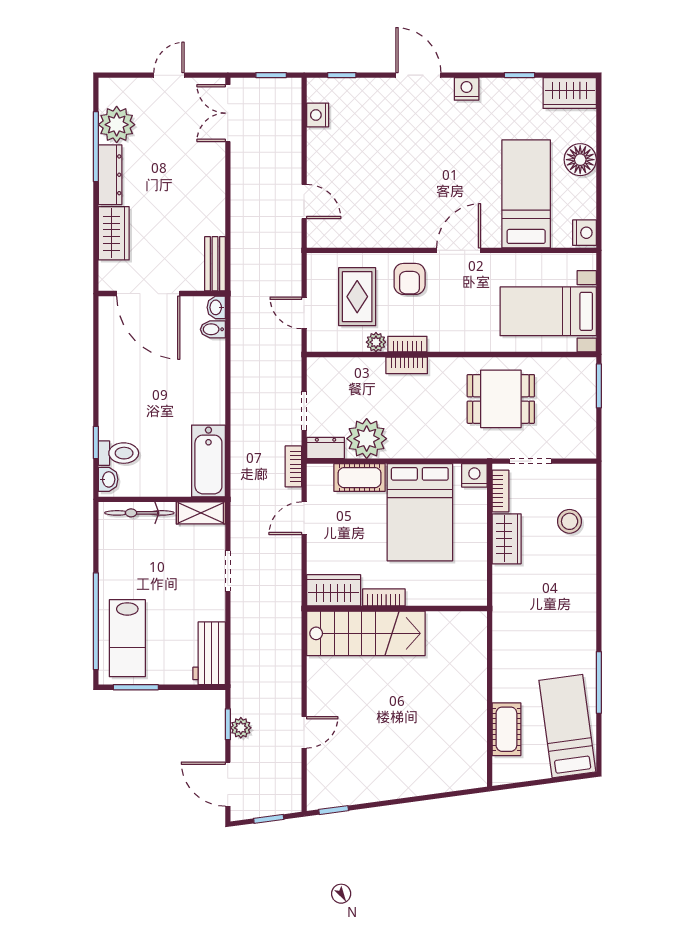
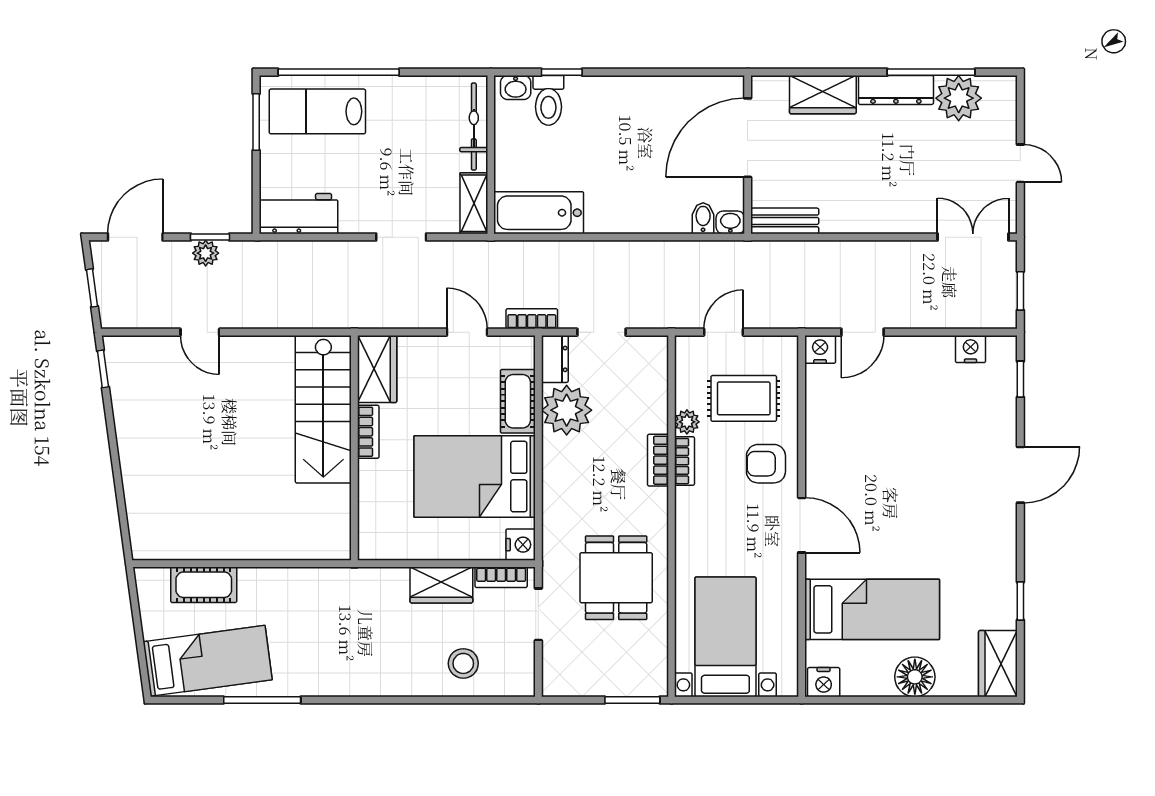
nightstand: (467, 89) -> (820, 349), moved, turned -90

